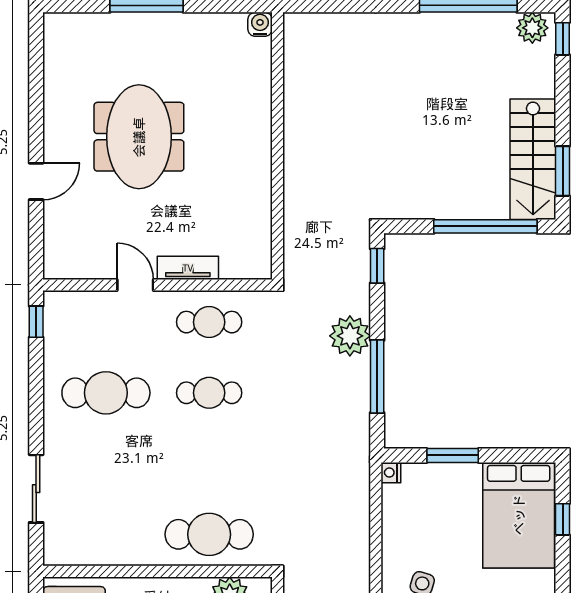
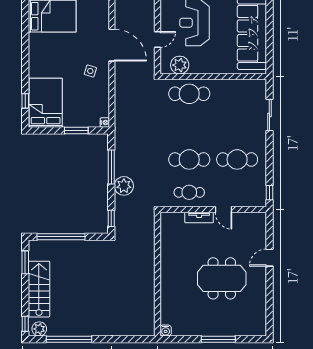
meeting table: (139, 137) -> (222, 278), turned 90
stairs: (533, 159) -> (39, 289), moved
cafe table: (209, 393) -> (189, 159), width x1.37, depth x1.35

